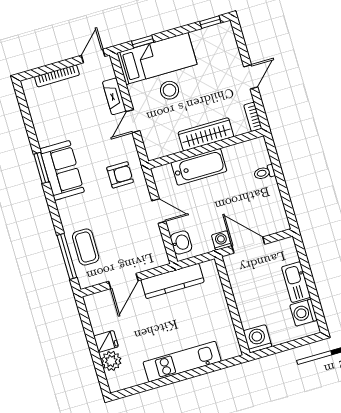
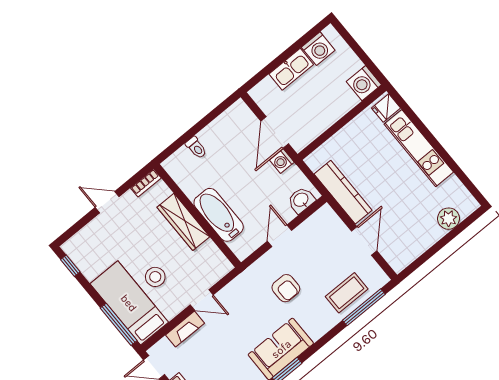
window: (143, 42) -> (119, 324), width x2.17
armchair: (120, 175) -> (286, 288), moved, turned 180
door: (123, 281) -> (364, 241), hinge flipped
fridge: (106, 341) -> (386, 108), moved, turned -90

